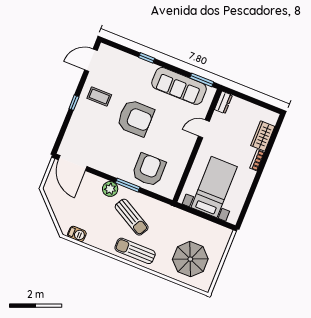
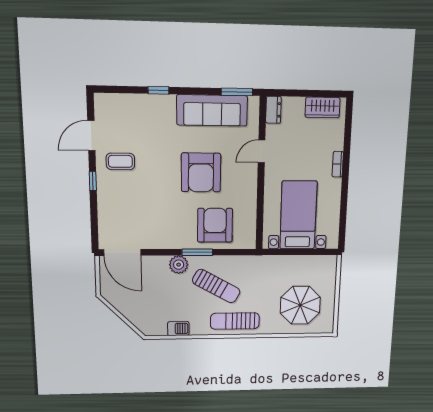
door: (91, 60) -> (91, 135), moved
armchair: (135, 118) -> (201, 172), moved, turned 90
wardrobe: (263, 136) -> (323, 107), moved, turned -90
barbecue: (77, 234) -> (178, 329), moved

